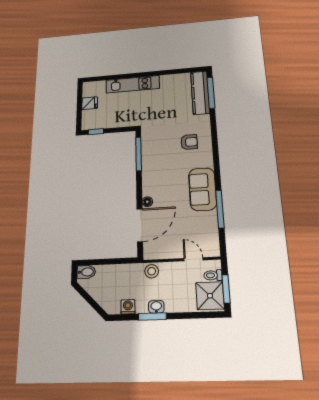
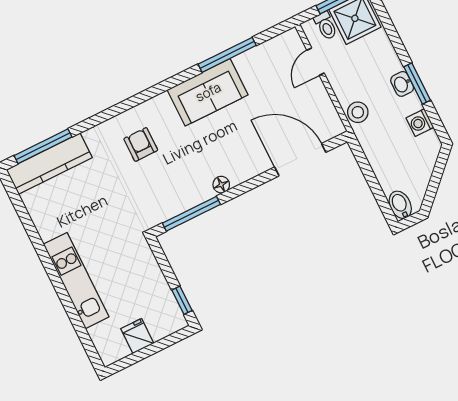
floor lamp: (147, 202) -> (221, 185), moved

